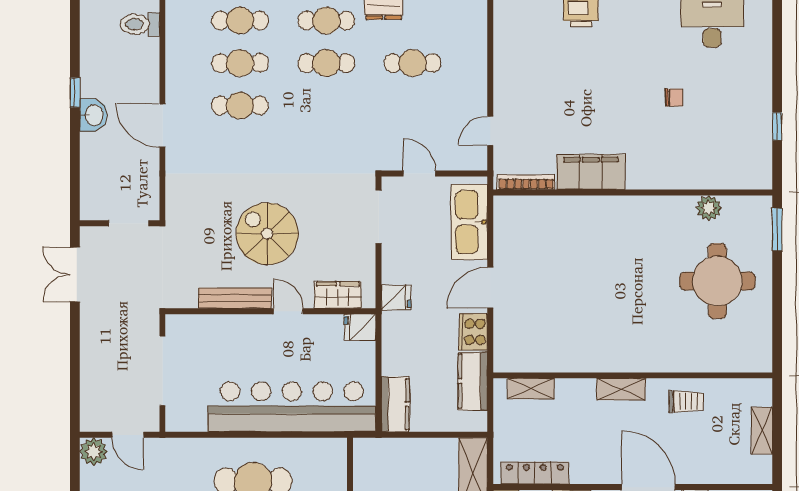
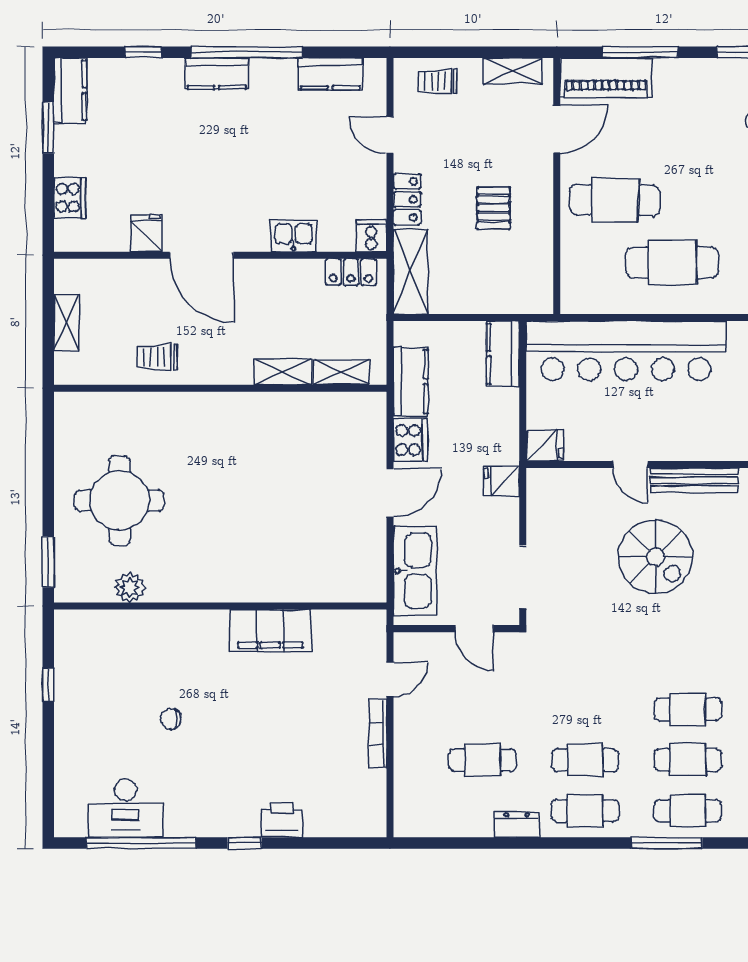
bookcase: (526, 182) -> (378, 733), moved, turned 90
wardrobe: (338, 295) -> (571, 484), removed
shelving: (621, 389) -> (283, 372), moved
locker: (535, 473) -> (351, 272), width x0.66

